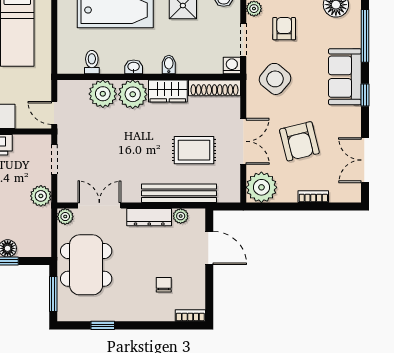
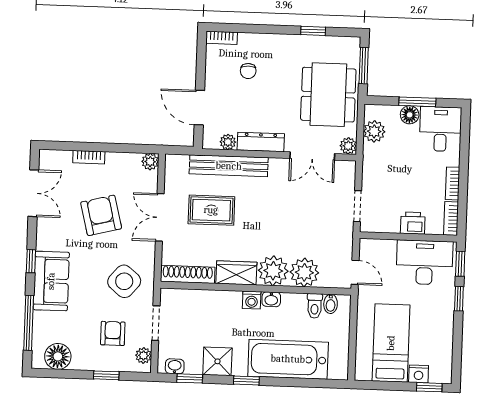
armchair: (284, 29) -> (113, 333), turned 180
bidet: (169, 65) -> (331, 304), moved
washing machine: (232, 66) -> (252, 300), moved
door: (54, 113) -> (355, 272), moved
plant: (261, 187) -> (150, 162), width x0.53, depth x0.53
plant: (41, 196) -> (374, 131), moved

